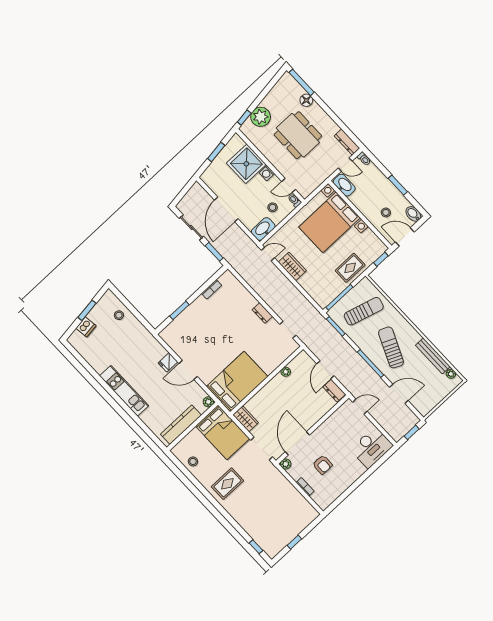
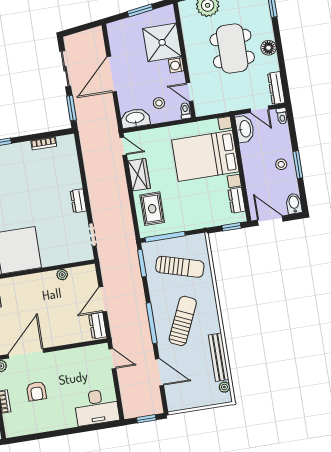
floor lamp: (306, 100) -> (268, 48), moved
stool: (386, 212) -> (281, 164), moved
dresser: (372, 238) -> (237, 200), added
rug: (350, 268) -> (152, 209), moved, turned 90

